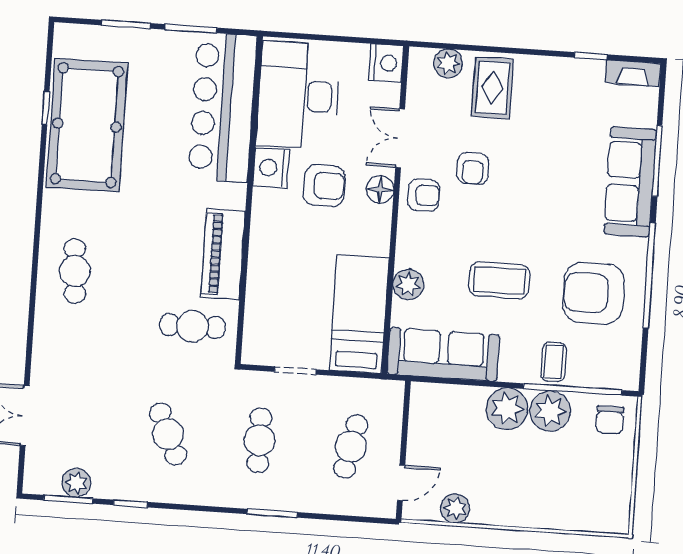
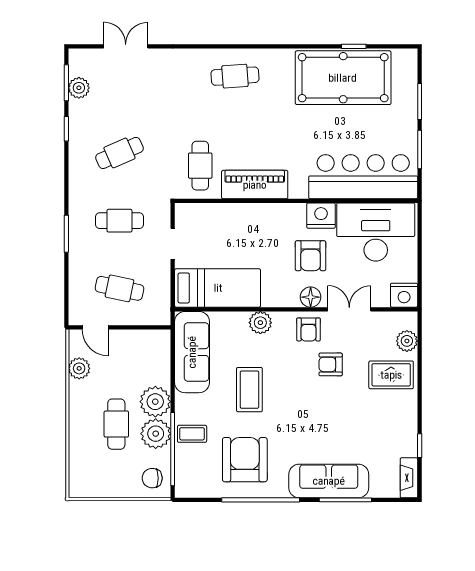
plant: (408, 284) -> (260, 323), moved
cafe table: (534, 463) -> (116, 424), added

